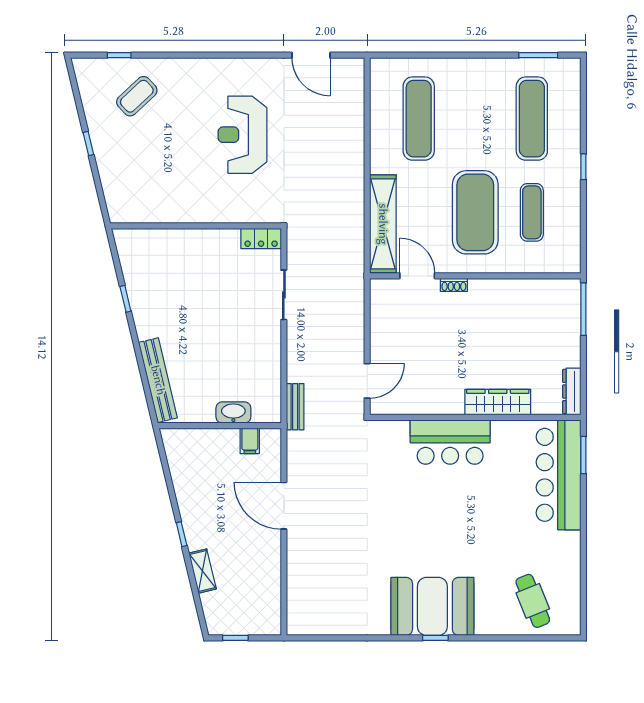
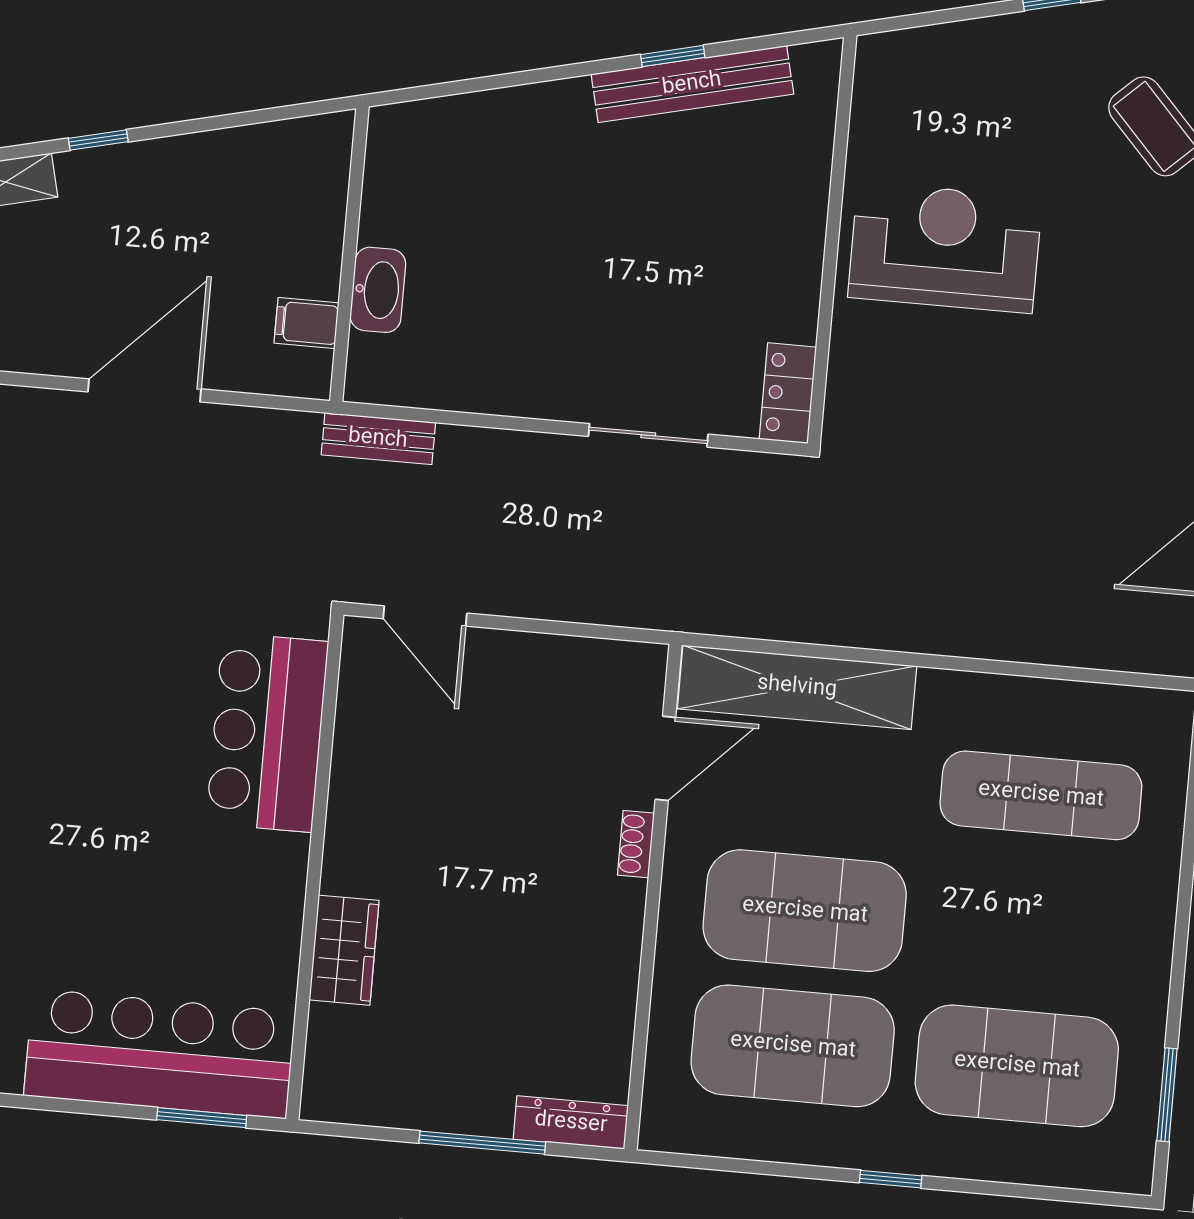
exercise mat: (532, 119) -> (1017, 1066), width x1.47
reception desk: (242, 135) -> (945, 247), moved
exercise mat: (532, 212) -> (793, 1046), width x2.00, depth x1.45
window: (583, 309) -> (482, 1143), moved
bench: (158, 380) -> (692, 84), moved
dresser: (572, 392) -> (571, 1123), moved
wardrobe: (498, 402) -> (344, 950), width x0.67
bar counter: (450, 442) -> (267, 732), moved

